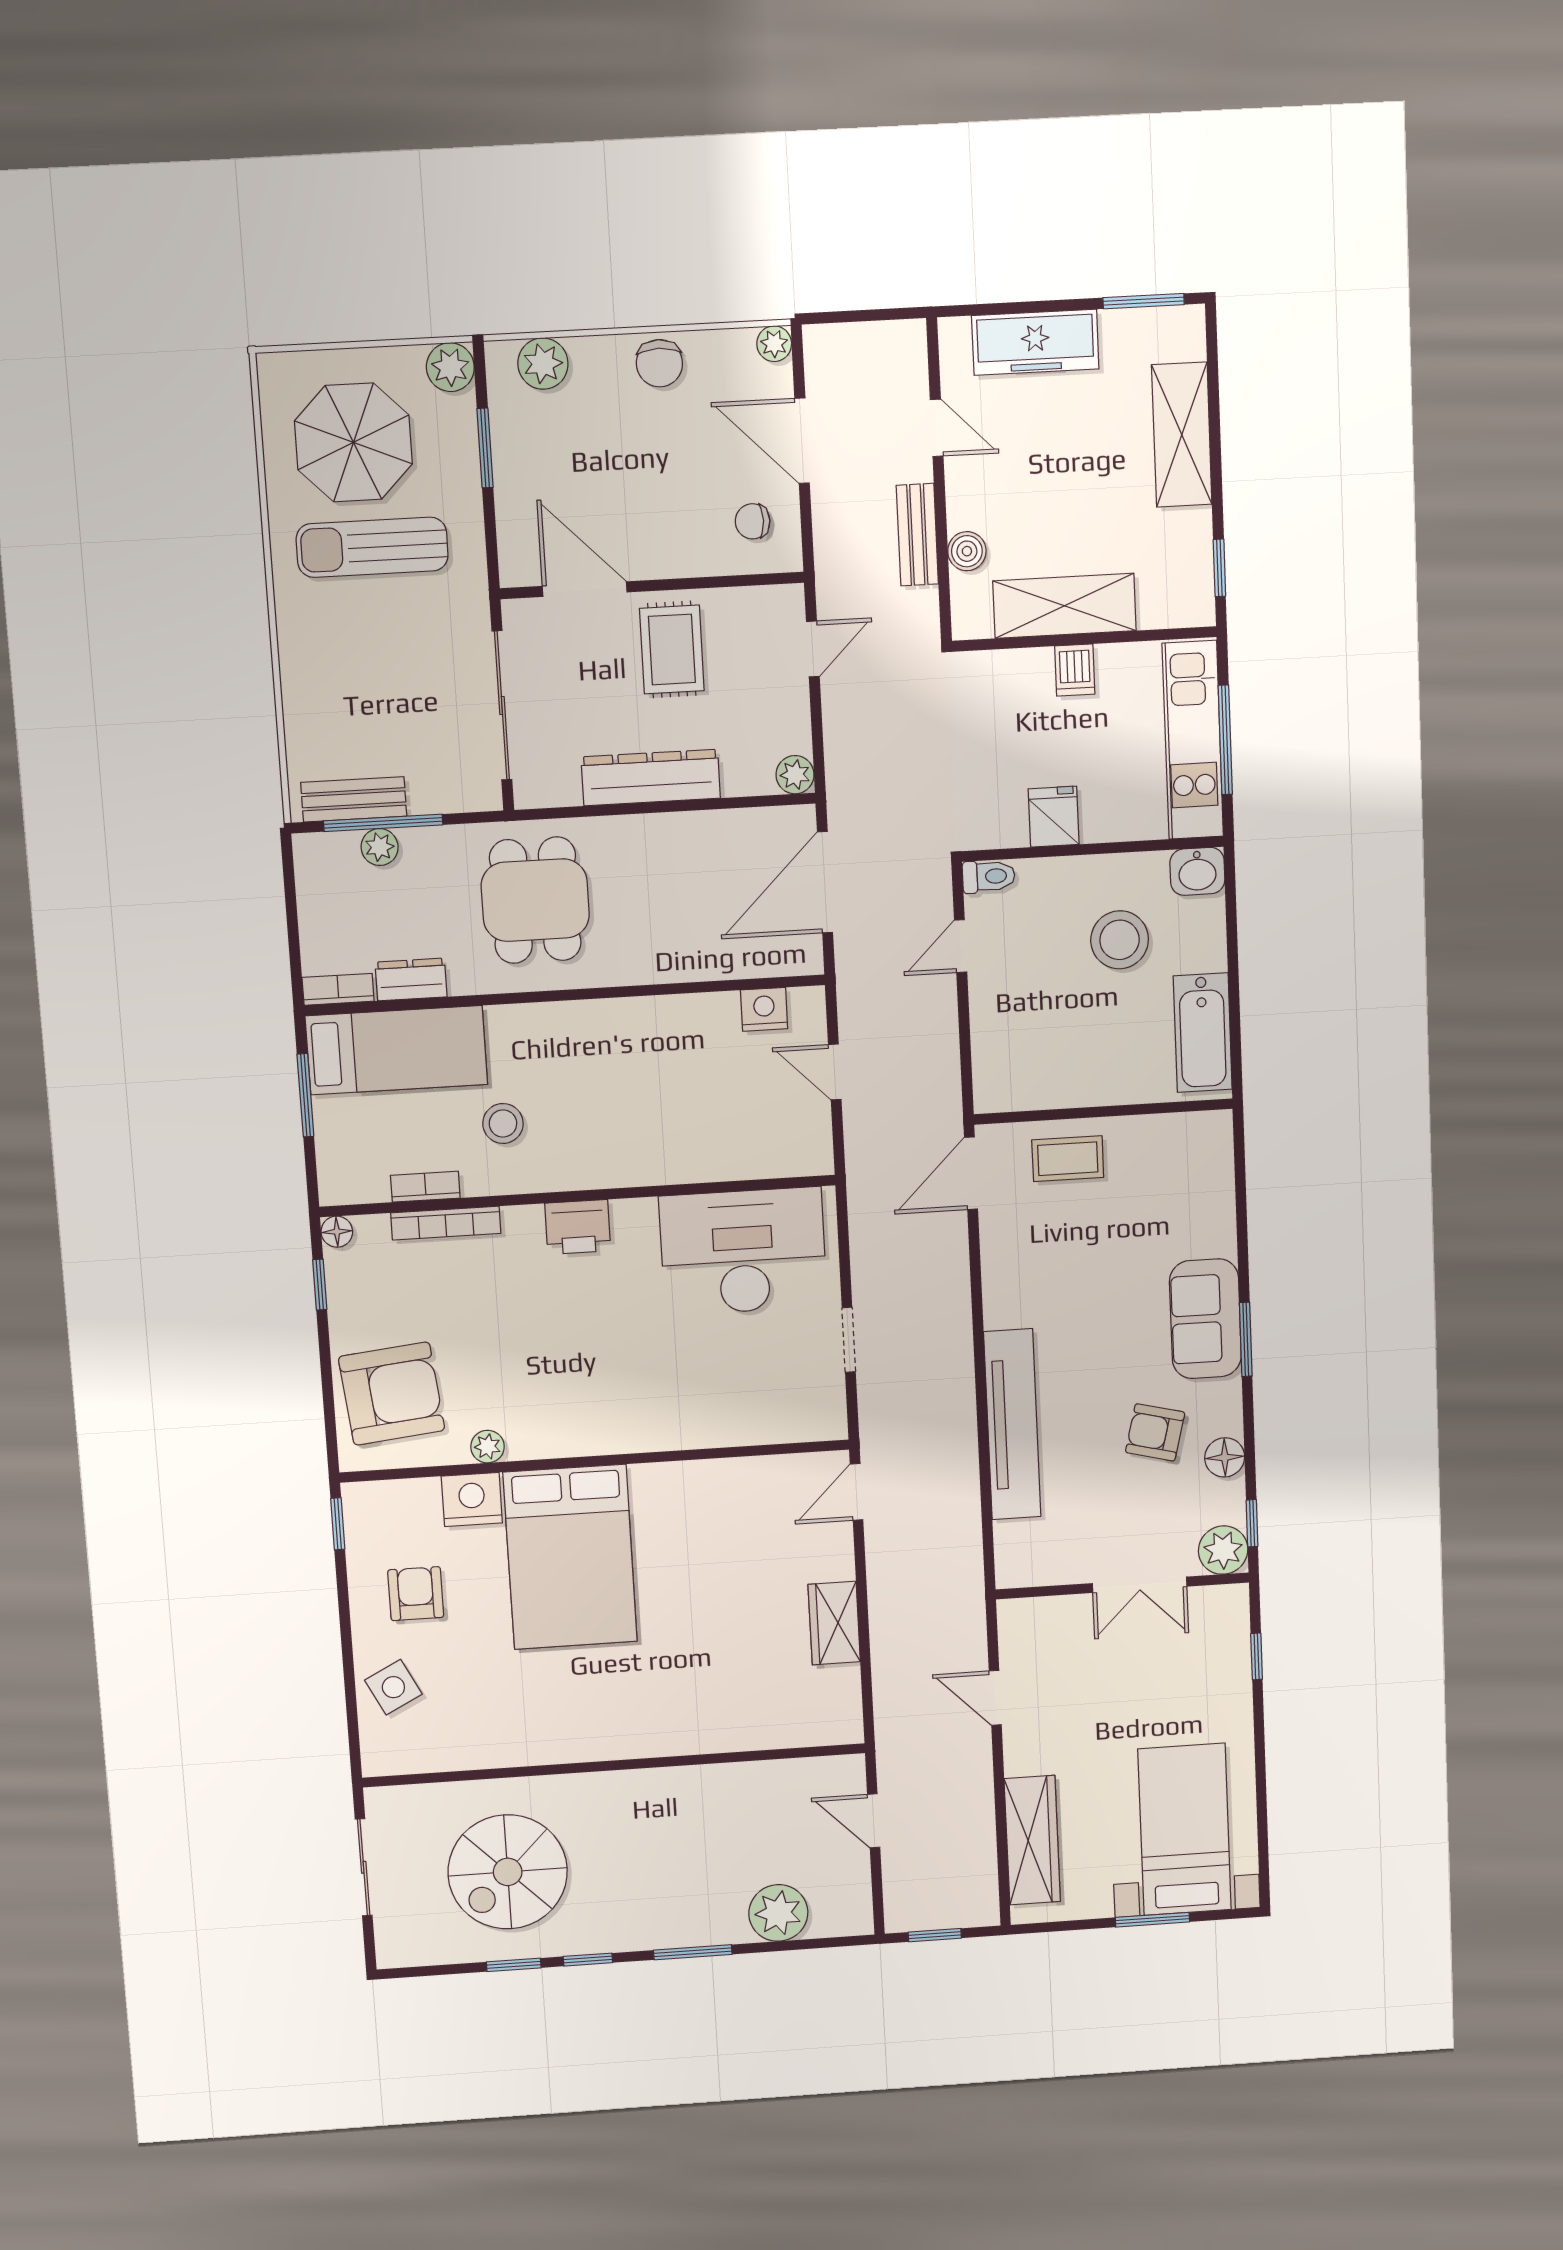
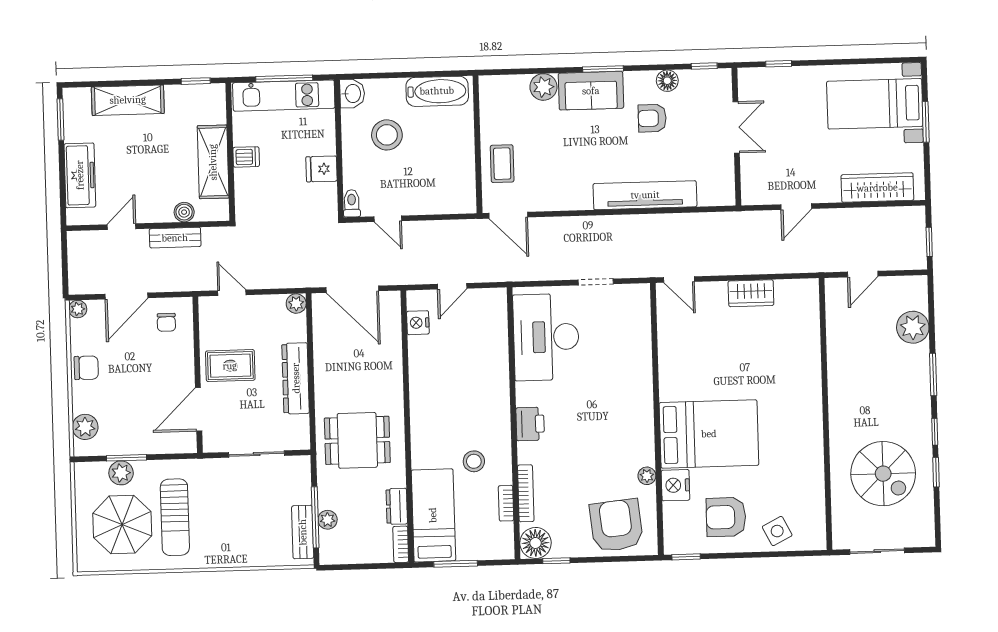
plant: (450, 367) -> (121, 473), moved
sliding door: (502, 705) -> (257, 454), width x0.73
floor lamp: (337, 1232) -> (536, 543), width x1.89, depth x1.89
armchair: (1155, 1432) -> (652, 118), turned 76
plant: (1223, 1550) -> (543, 87), moved
armchair: (416, 1594) -> (726, 517), width x1.38, depth x1.38

